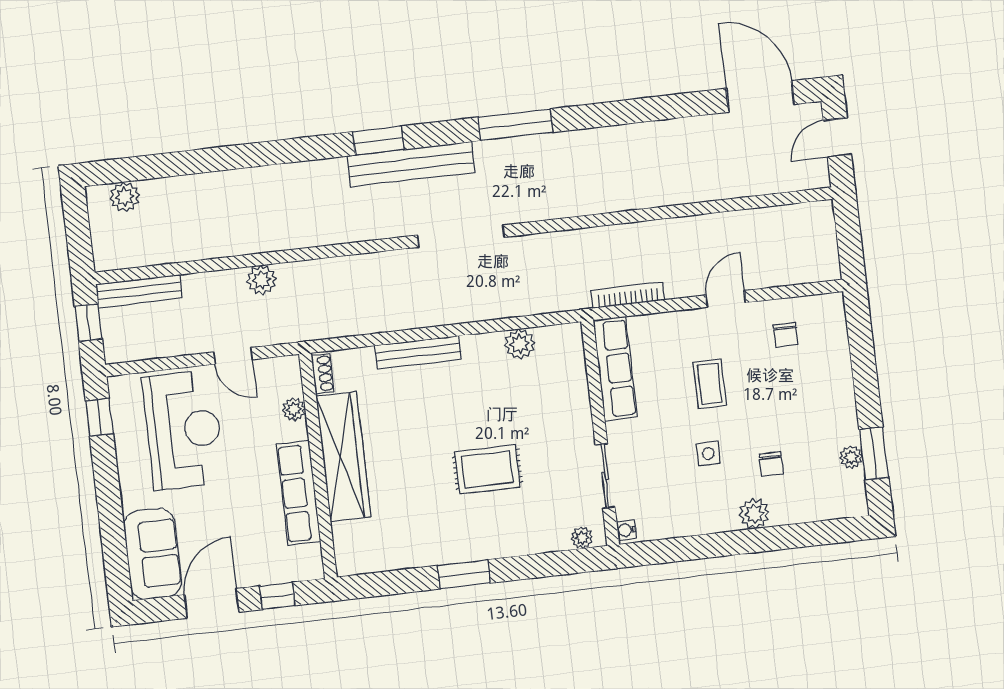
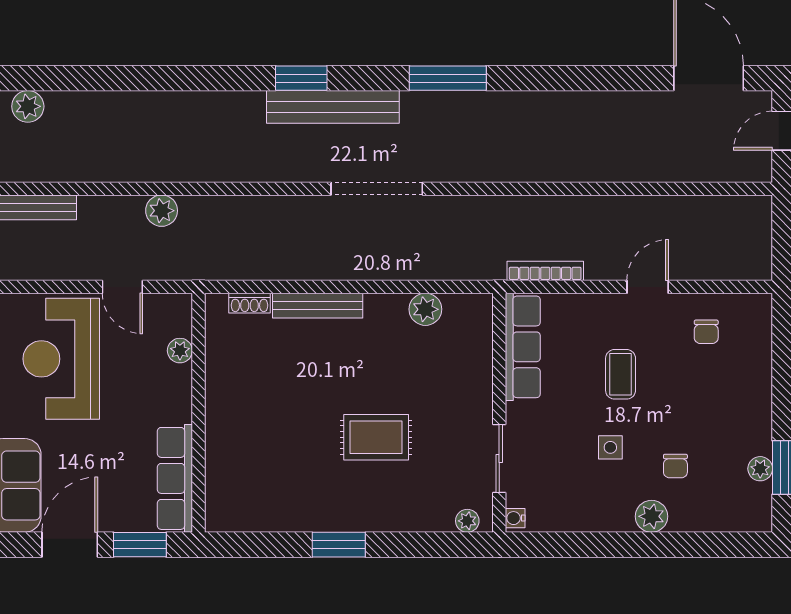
shoe rack: (323, 374) -> (250, 303), moved, turned 90
reception desk: (183, 430) -> (61, 359), turned 180
wardrobe: (343, 457) -> (226, 406), removed
row of seats: (299, 493) -> (175, 478), moved
window: (277, 596) -> (140, 545), width x1.50

